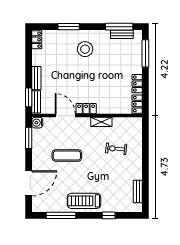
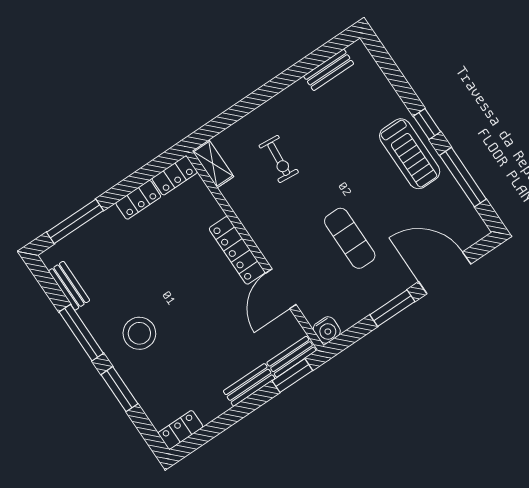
window: (119, 27) -> (81, 333), moved
locker: (86, 109) -> (237, 250), width x1.53
shelving: (101, 122) -> (213, 164), moved
window: (29, 138) -> (392, 308), moved
window: (109, 215) -> (427, 124), moved

